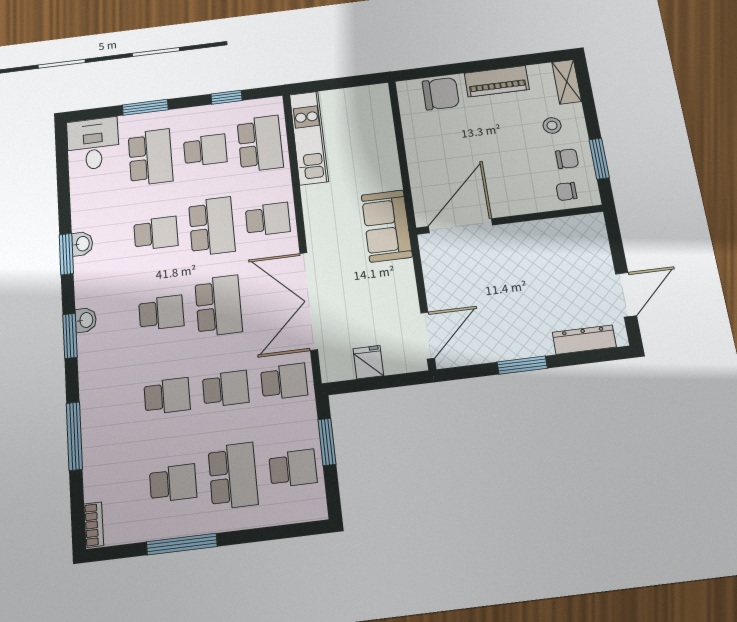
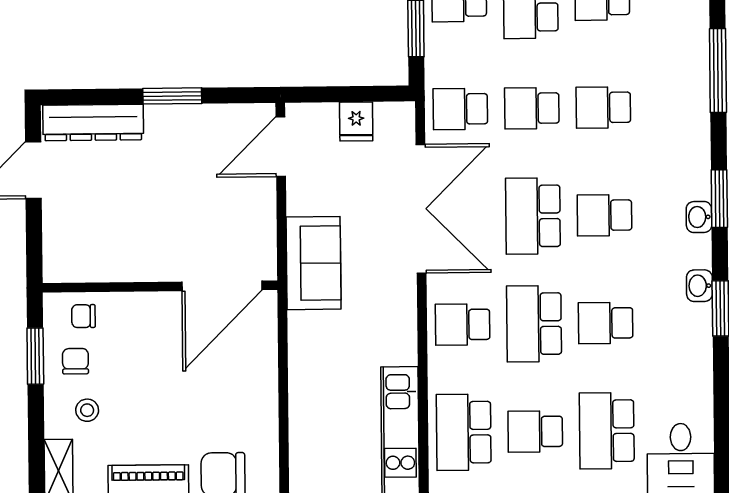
chair: (567, 159) -> (75, 361), turned 90
chair: (566, 191) -> (83, 316), turned 180
sofa: (387, 226) -> (314, 263), moved
washbasin: (82, 244) -> (699, 286), moved
dresser: (584, 340) -> (93, 123), width x1.37, depth x1.24

